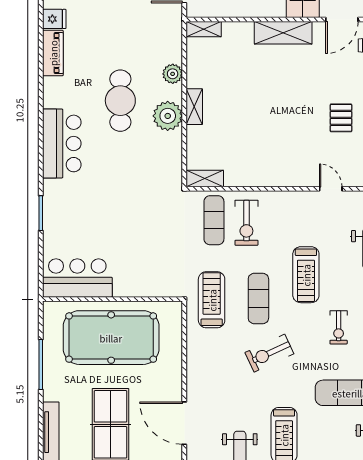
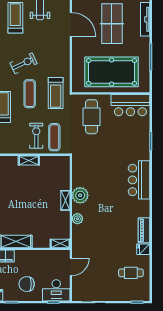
cafe table: (120, 101) -> (92, 117), moved
shelving: (205, 178) -> (29, 160), moved

